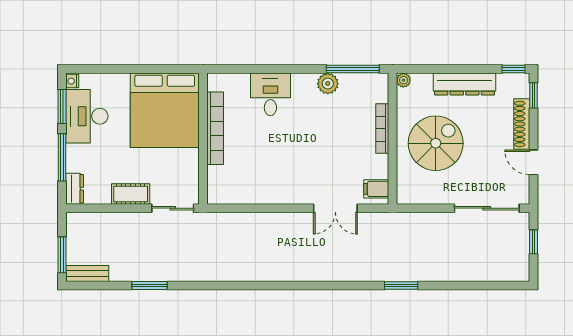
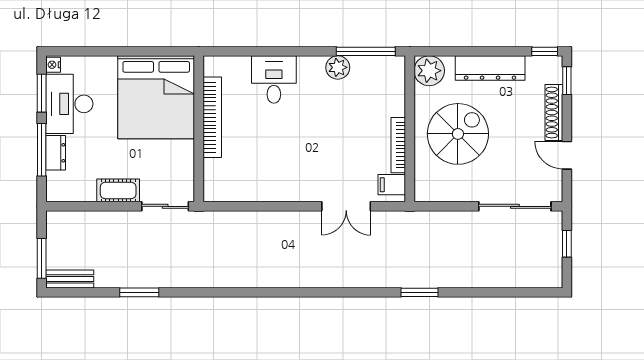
plant: (403, 80) -> (429, 71), width x1.88, depth x1.88
bookcase: (382, 129) -> (398, 145), moved
dresser: (75, 189) -> (56, 153), moved

